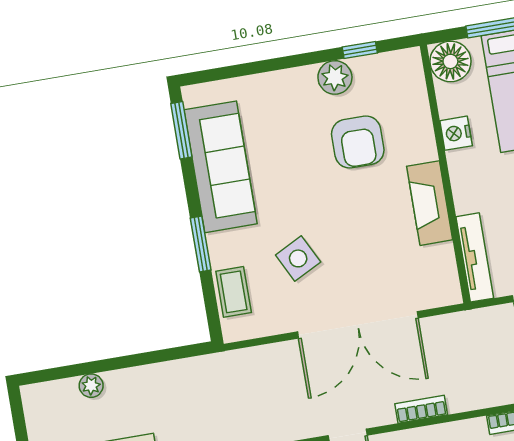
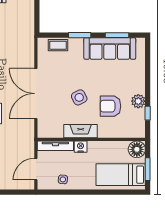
window: (181, 130) -> (117, 35), moved
nightstand: (456, 133) -> (81, 147), moved
side table: (298, 258) -> (79, 97), moved

